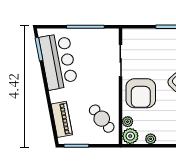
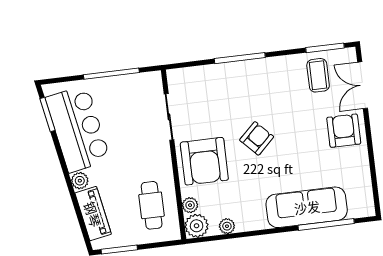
plant: (55, 96) -> (80, 181), added
cafe table: (102, 119) -> (152, 205), turned 39

